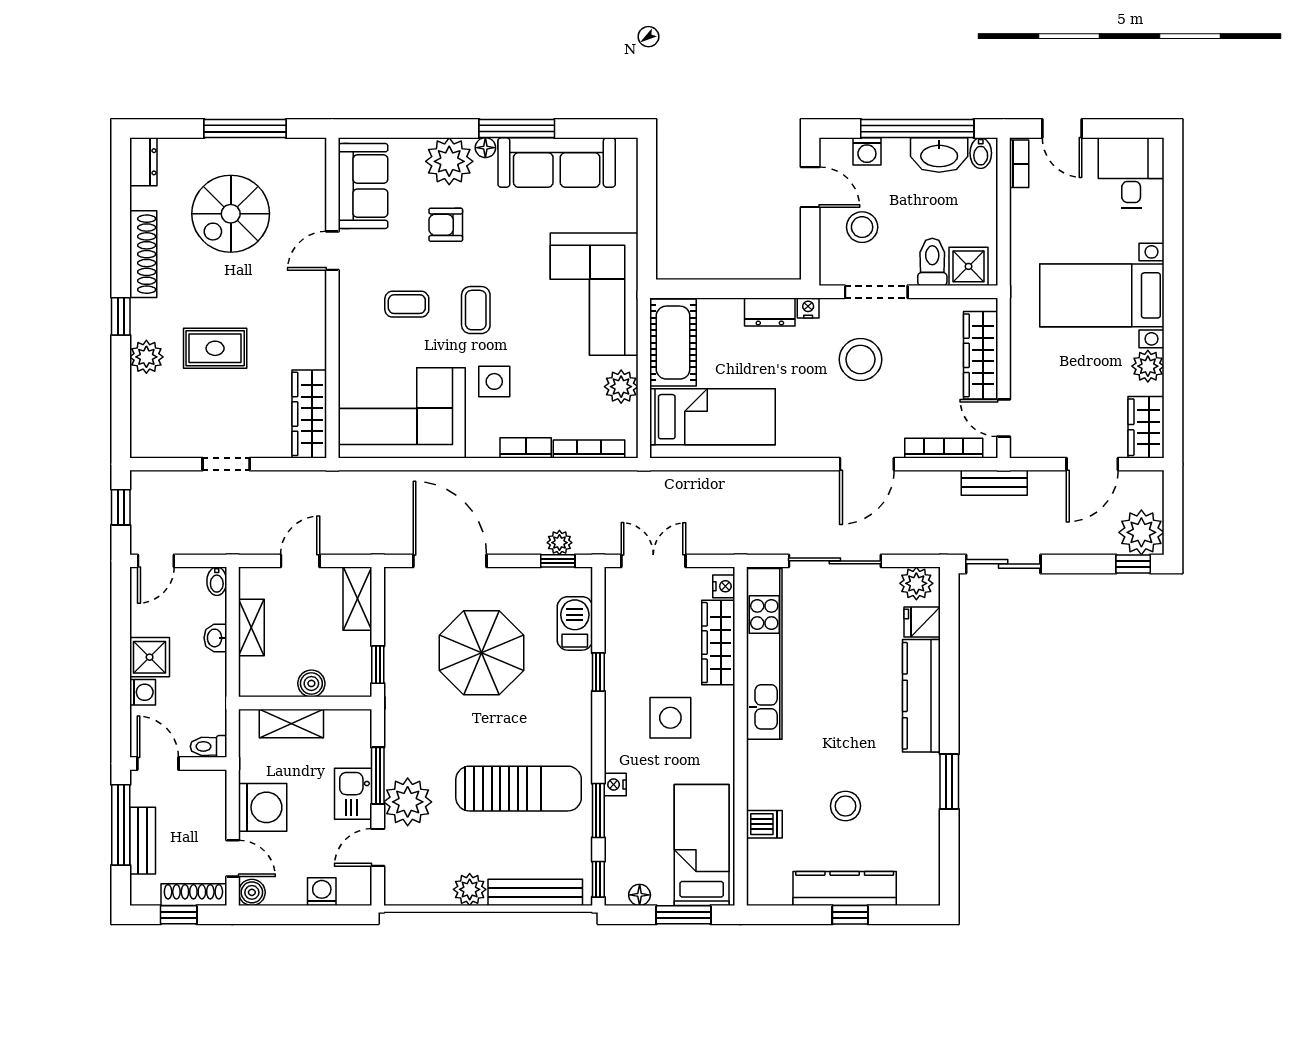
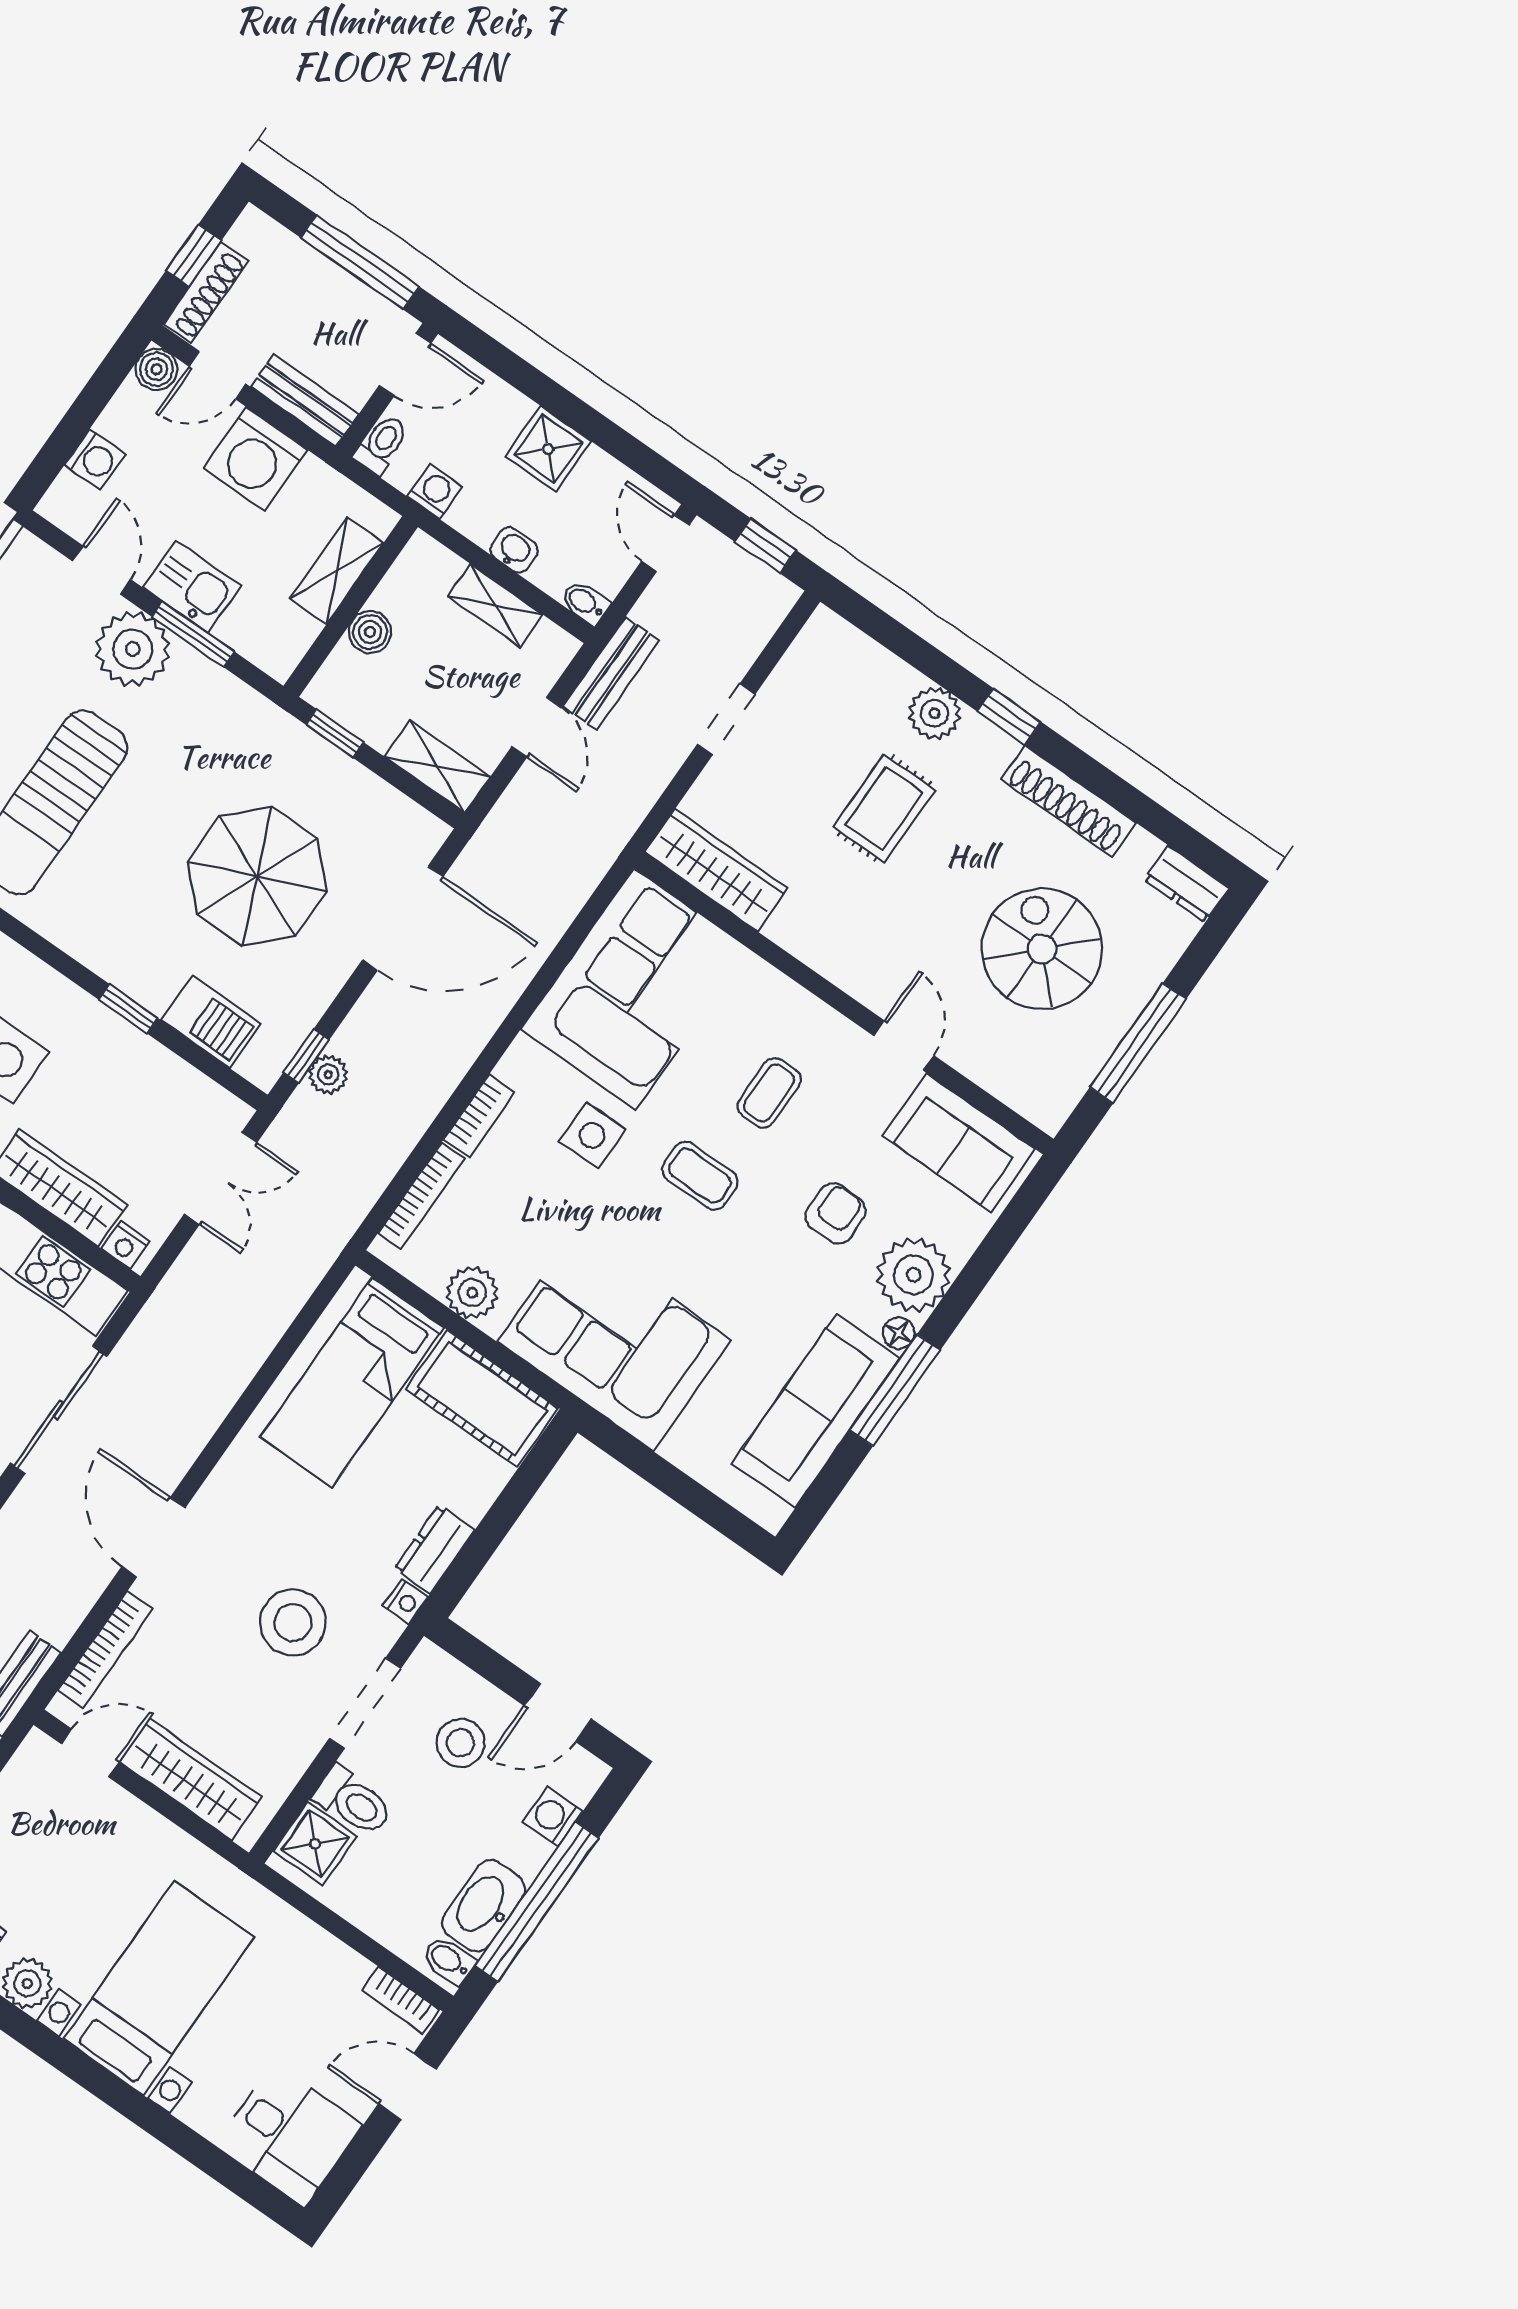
bench: (244, 541) -> (611, 673), added
washing machine: (143, 692) -> (435, 491), moved, turned 180
bench: (143, 841) -> (305, 400), moved

